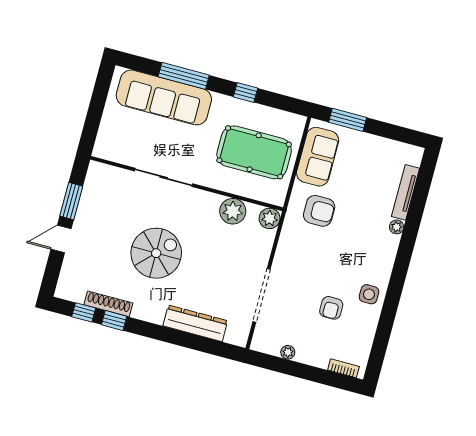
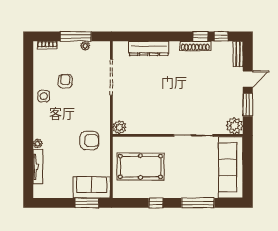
sofa: (164, 97) -> (231, 167), moved, turned -90
sofa: (318, 157) -> (92, 187), moved, turned 90
plant: (233, 211) -> (234, 126), moved
armchair: (319, 211) -> (89, 141), turned 180
spiral stairs: (156, 253) -> (185, 86), removed
bench: (66, 280) -> (238, 54), added
shoe rack: (108, 304) -> (195, 46), moved
window: (298, 370) -> (76, 36), added

